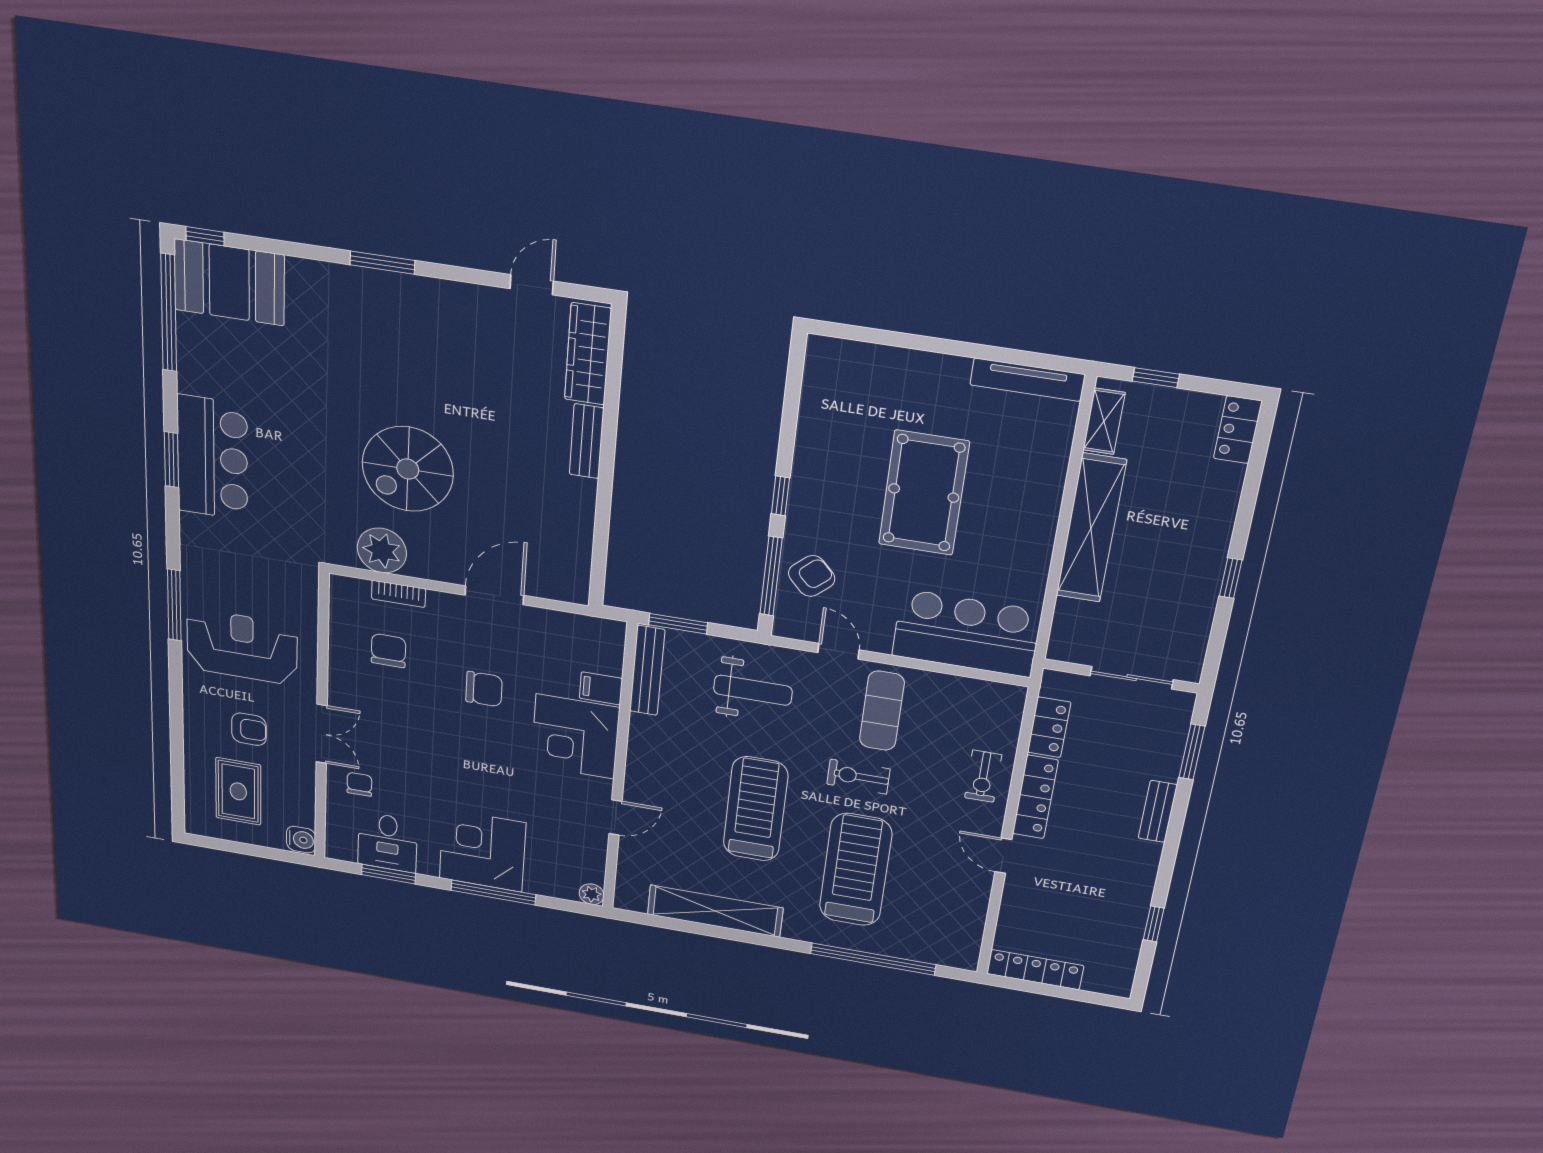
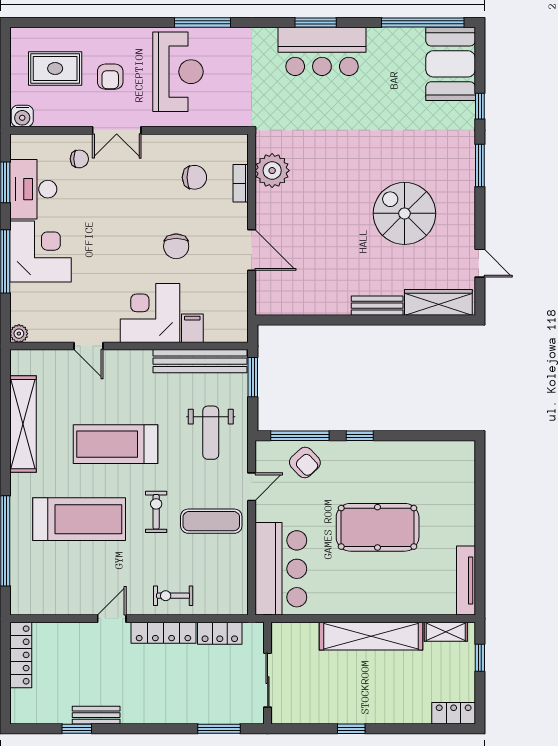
window: (205, 236) -> (480, 106), moved
spiral stairs: (408, 469) -> (404, 213), moved
bench: (647, 671) -> (200, 361), width x1.37, depth x1.21
treadmill: (756, 809) -> (116, 444), turned 180
bench: (1158, 812) -> (96, 715), moved
desk: (388, 842) -> (33, 189), width x1.37

